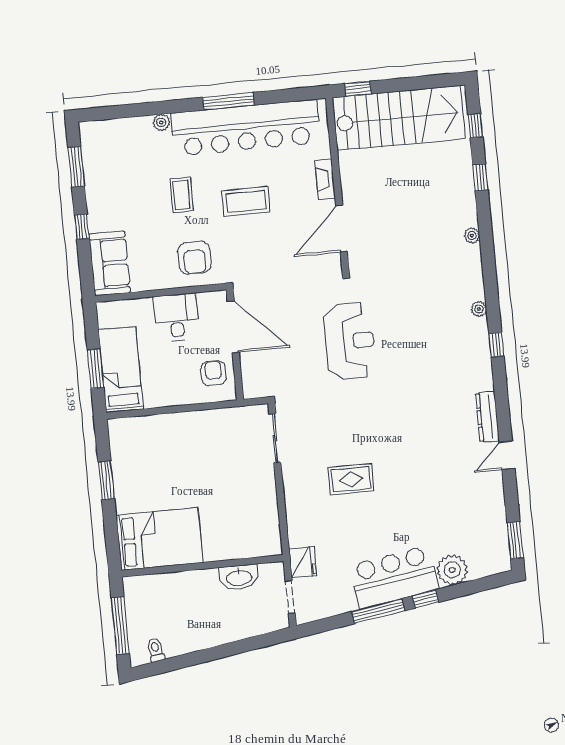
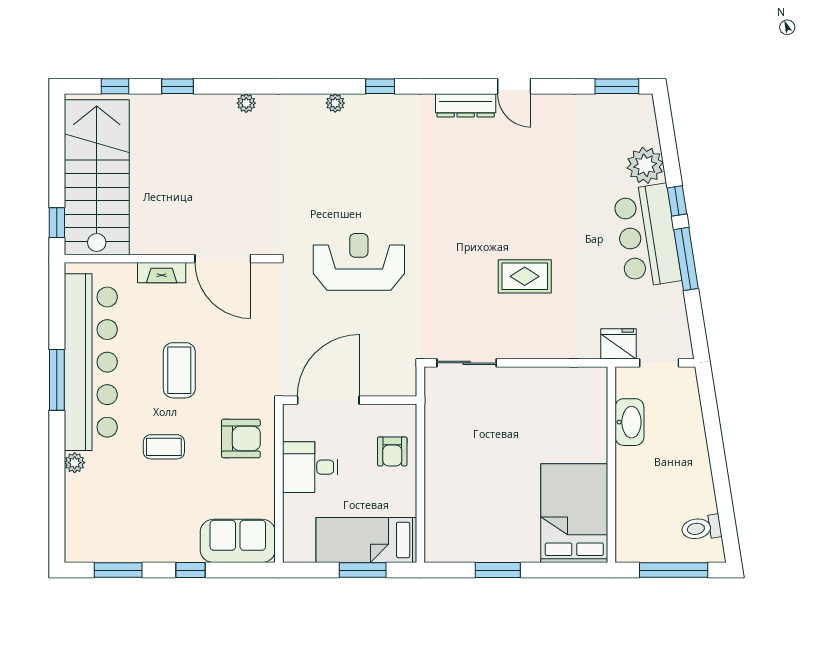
armchair: (213, 373) -> (392, 451), moved, turned -90
rug: (351, 479) -> (525, 276), turned 90
toilet: (156, 650) -> (701, 528), width x1.37, depth x1.39

